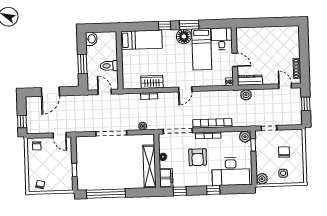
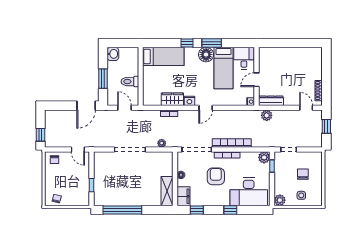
door: (235, 60) -> (256, 80), swing flipped
nightstand: (169, 83) -> (189, 101), added
door: (50, 92) -> (86, 106), moved
armchair: (198, 157) -> (216, 176), turned 180
shelving: (149, 167) -> (167, 191), width x0.68

